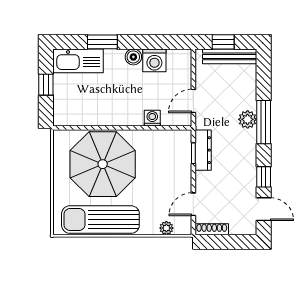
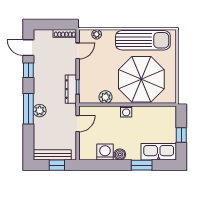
washing machine: (152, 118) -> (126, 111), moved
plant: (154, 139) -> (105, 97), added

